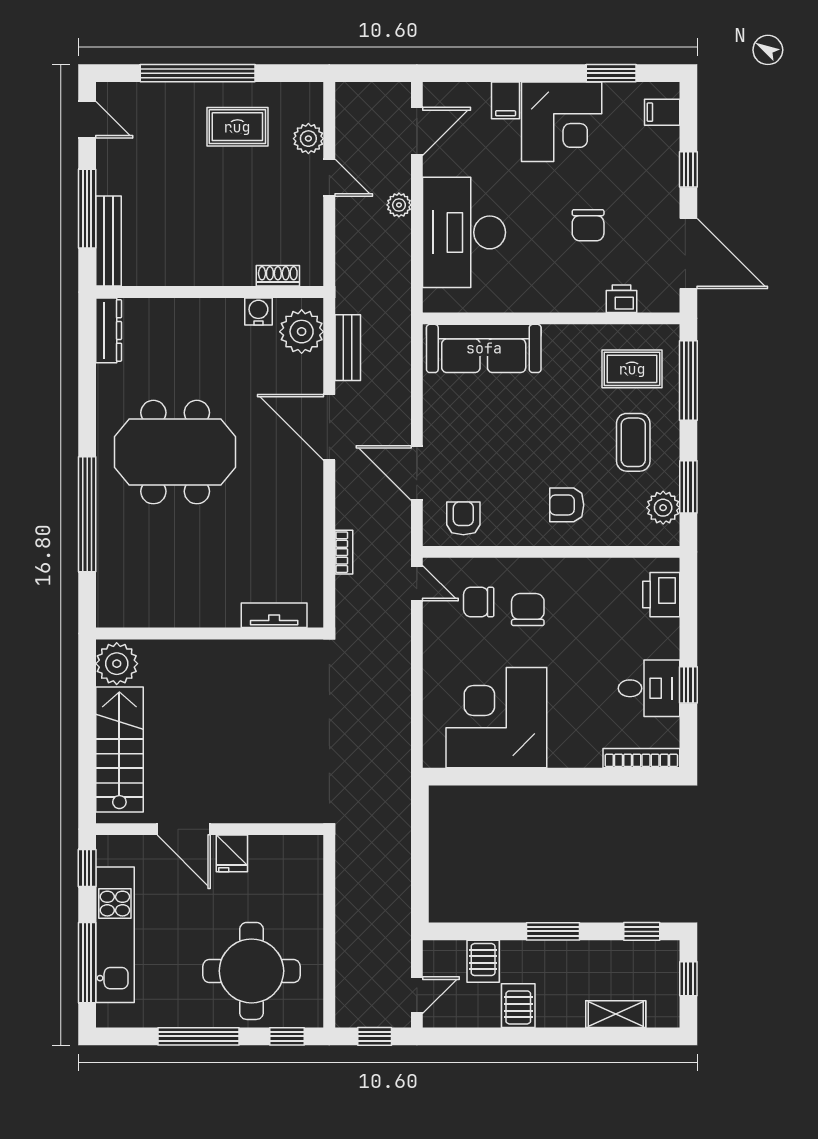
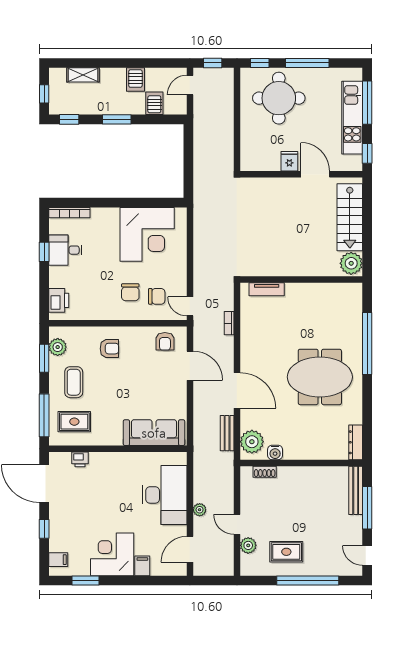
chair: (588, 225) -> (98, 499), removed

